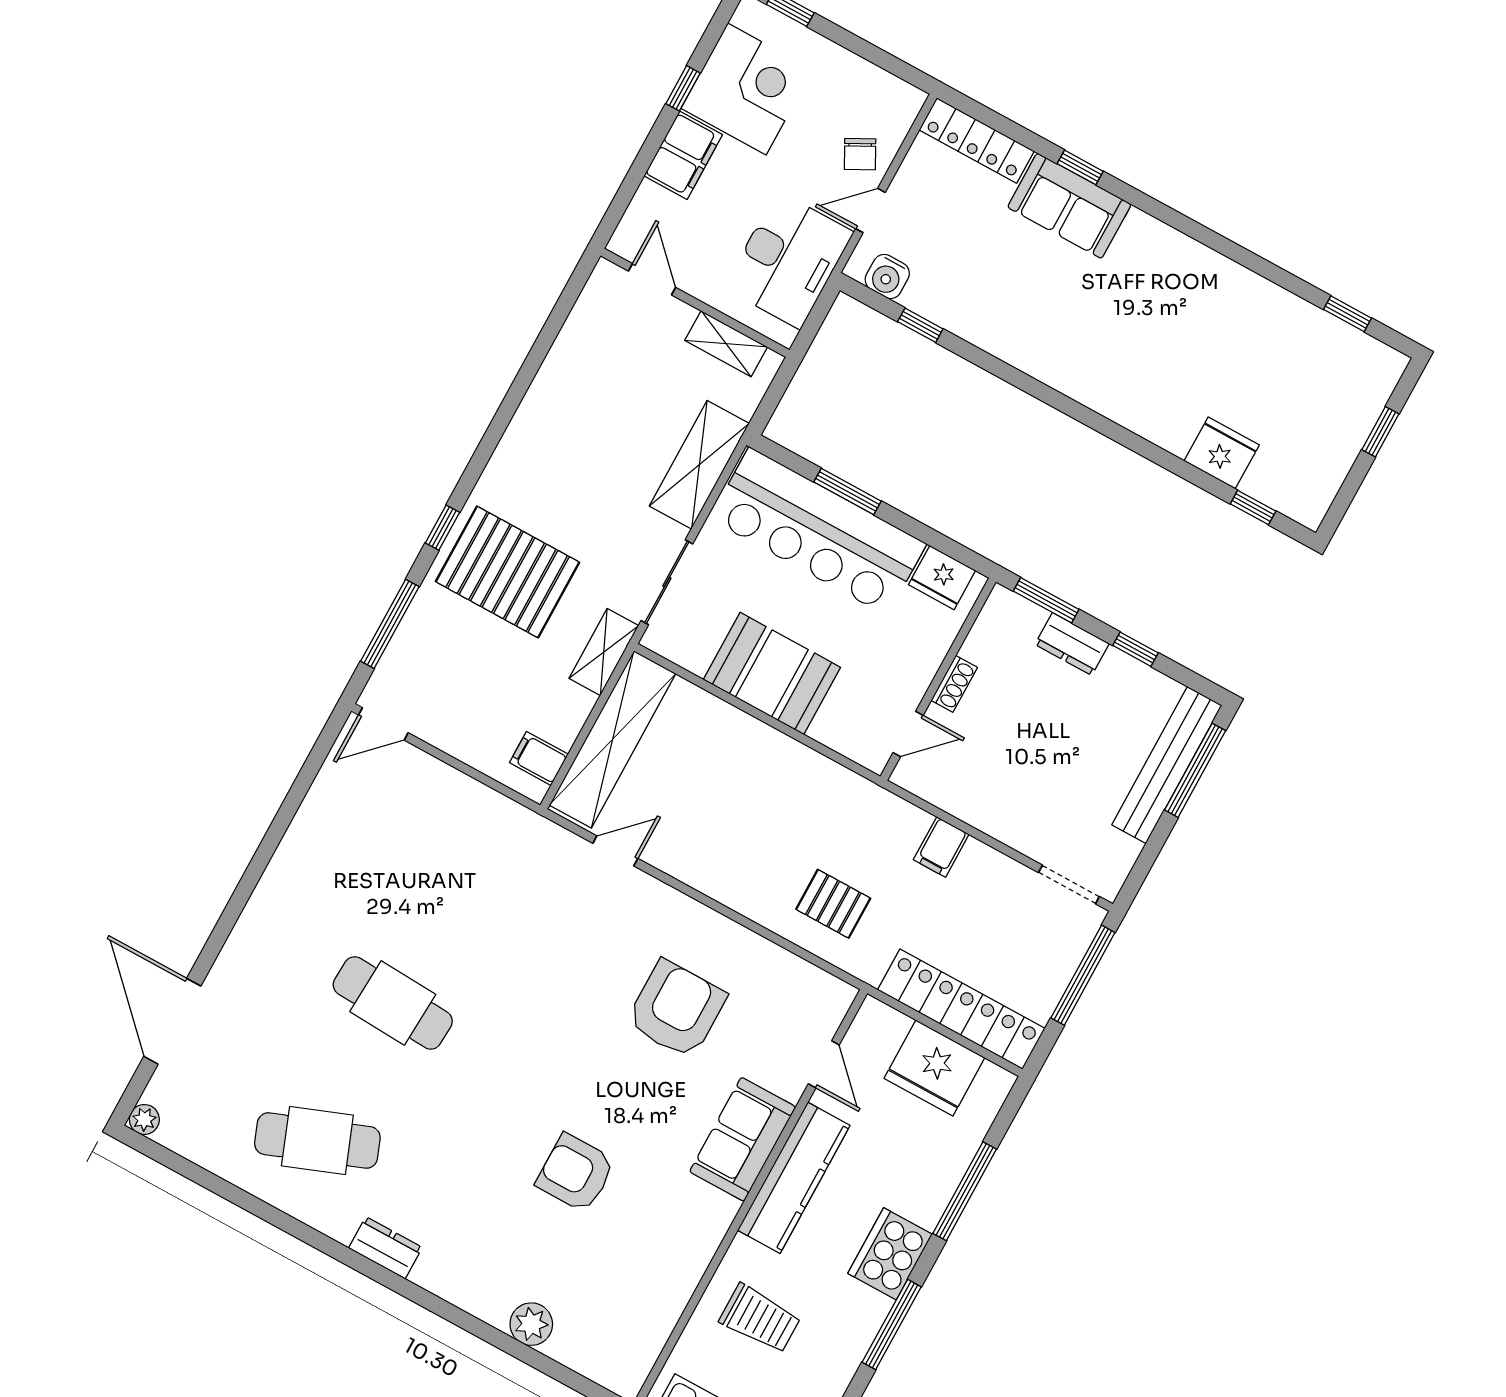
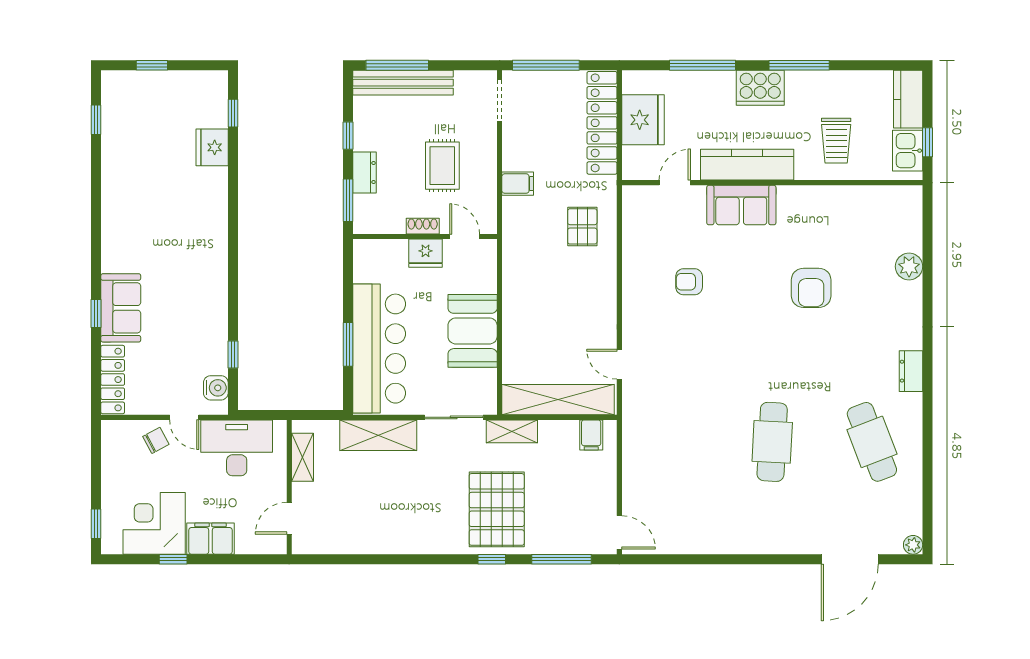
fridge: (942, 578) -> (426, 253), moved, turned 90
rug: (1023, 757) -> (442, 166), added
armchair: (676, 1009) -> (689, 282), width x0.53, depth x0.53
trolley: (760, 1319) -> (836, 141), turned 180

